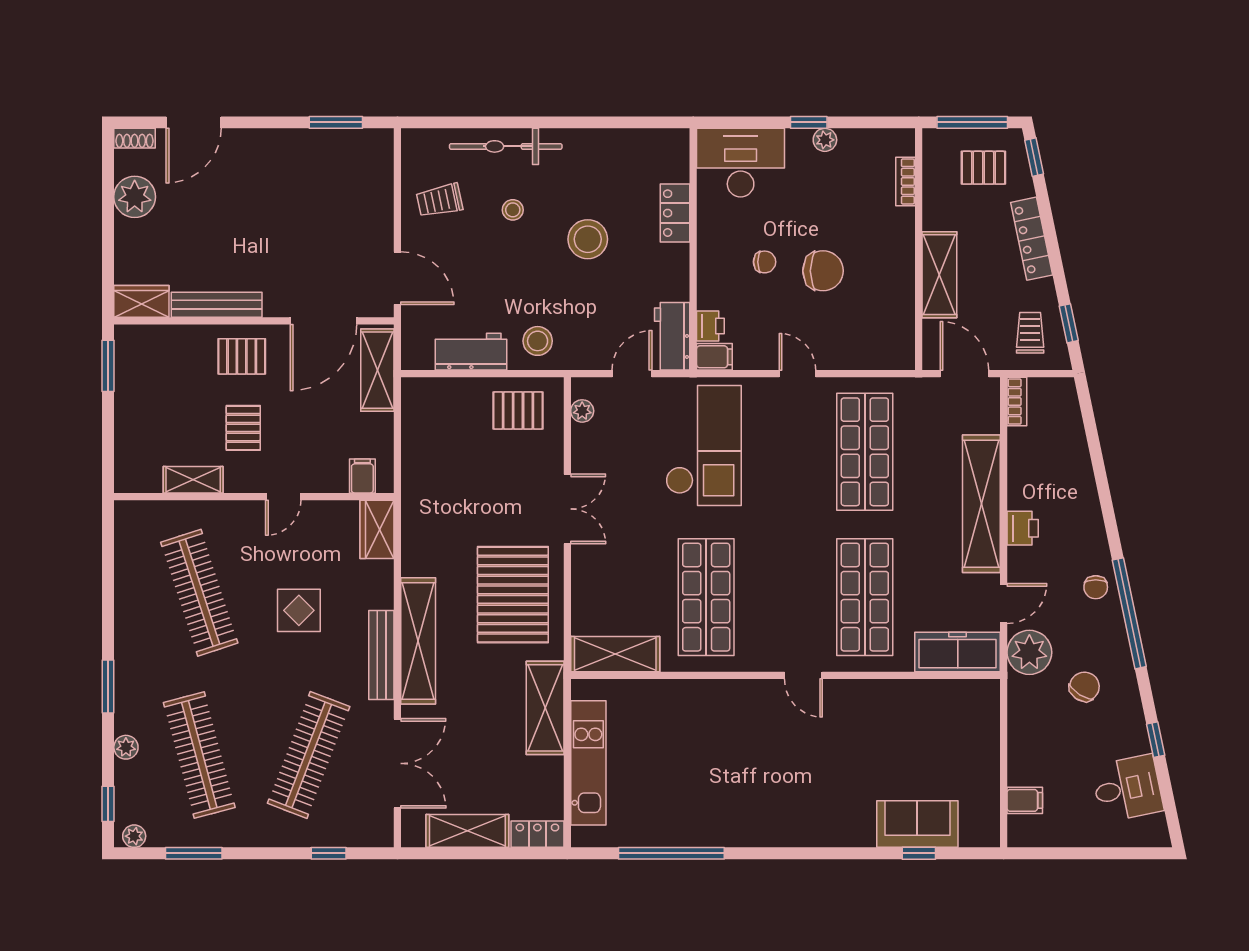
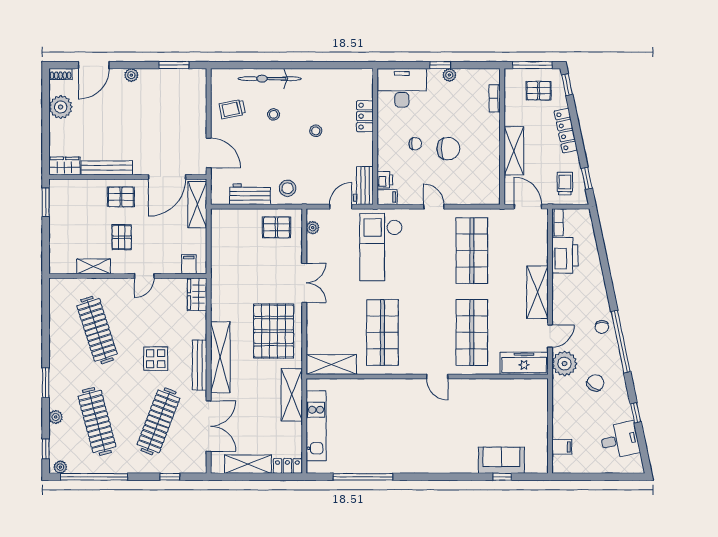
plant: (260, 140) -> (131, 75), added
stool: (588, 239) -> (316, 131), width x0.53, depth x0.53
checkout: (704, 445) -> (381, 247), turned 180
shelving: (981, 504) -> (537, 292), width x0.68
printer: (1023, 528) -> (565, 255), moved, width x1.87, depth x1.48
display table: (299, 610) -> (156, 359), moved
window: (194, 853) -> (94, 477), width x2.11

